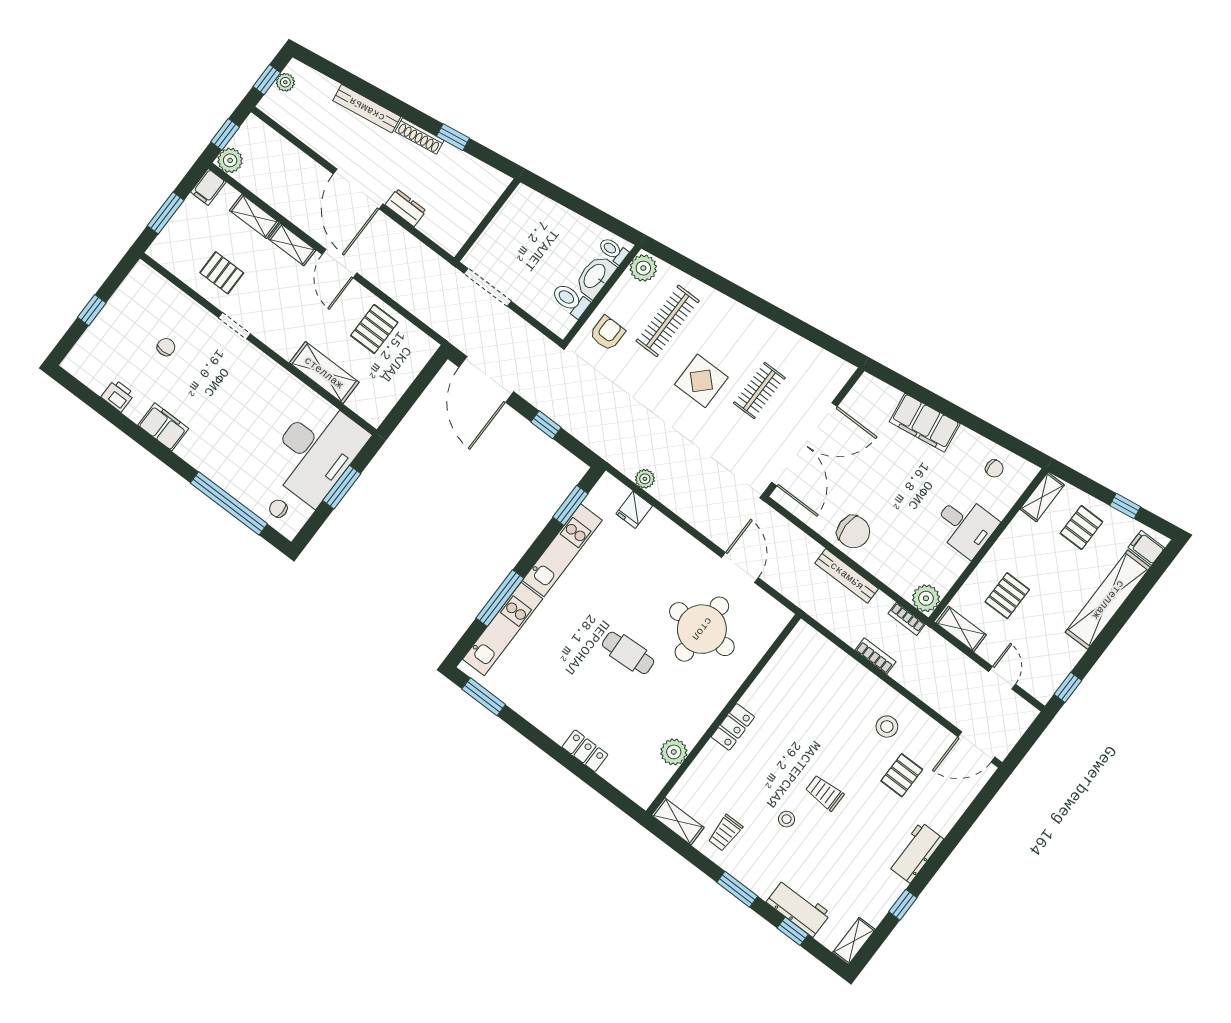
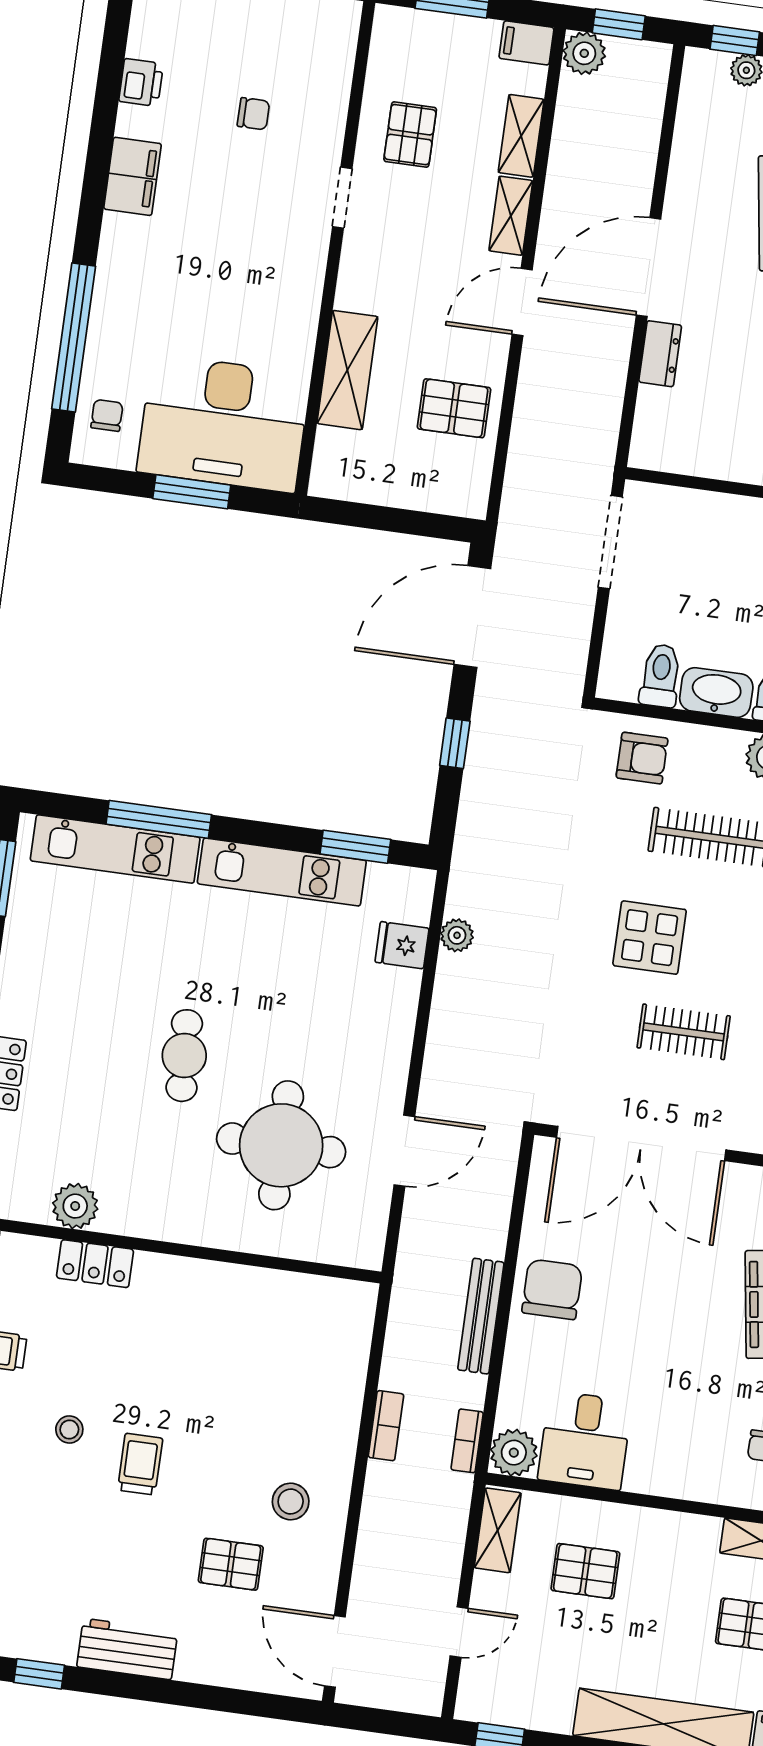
desk: (965, 526) -> (585, 1440), moved
chair: (853, 532) -> (552, 1289), turned 180
locker: (733, 727) -> (95, 1264), moved

